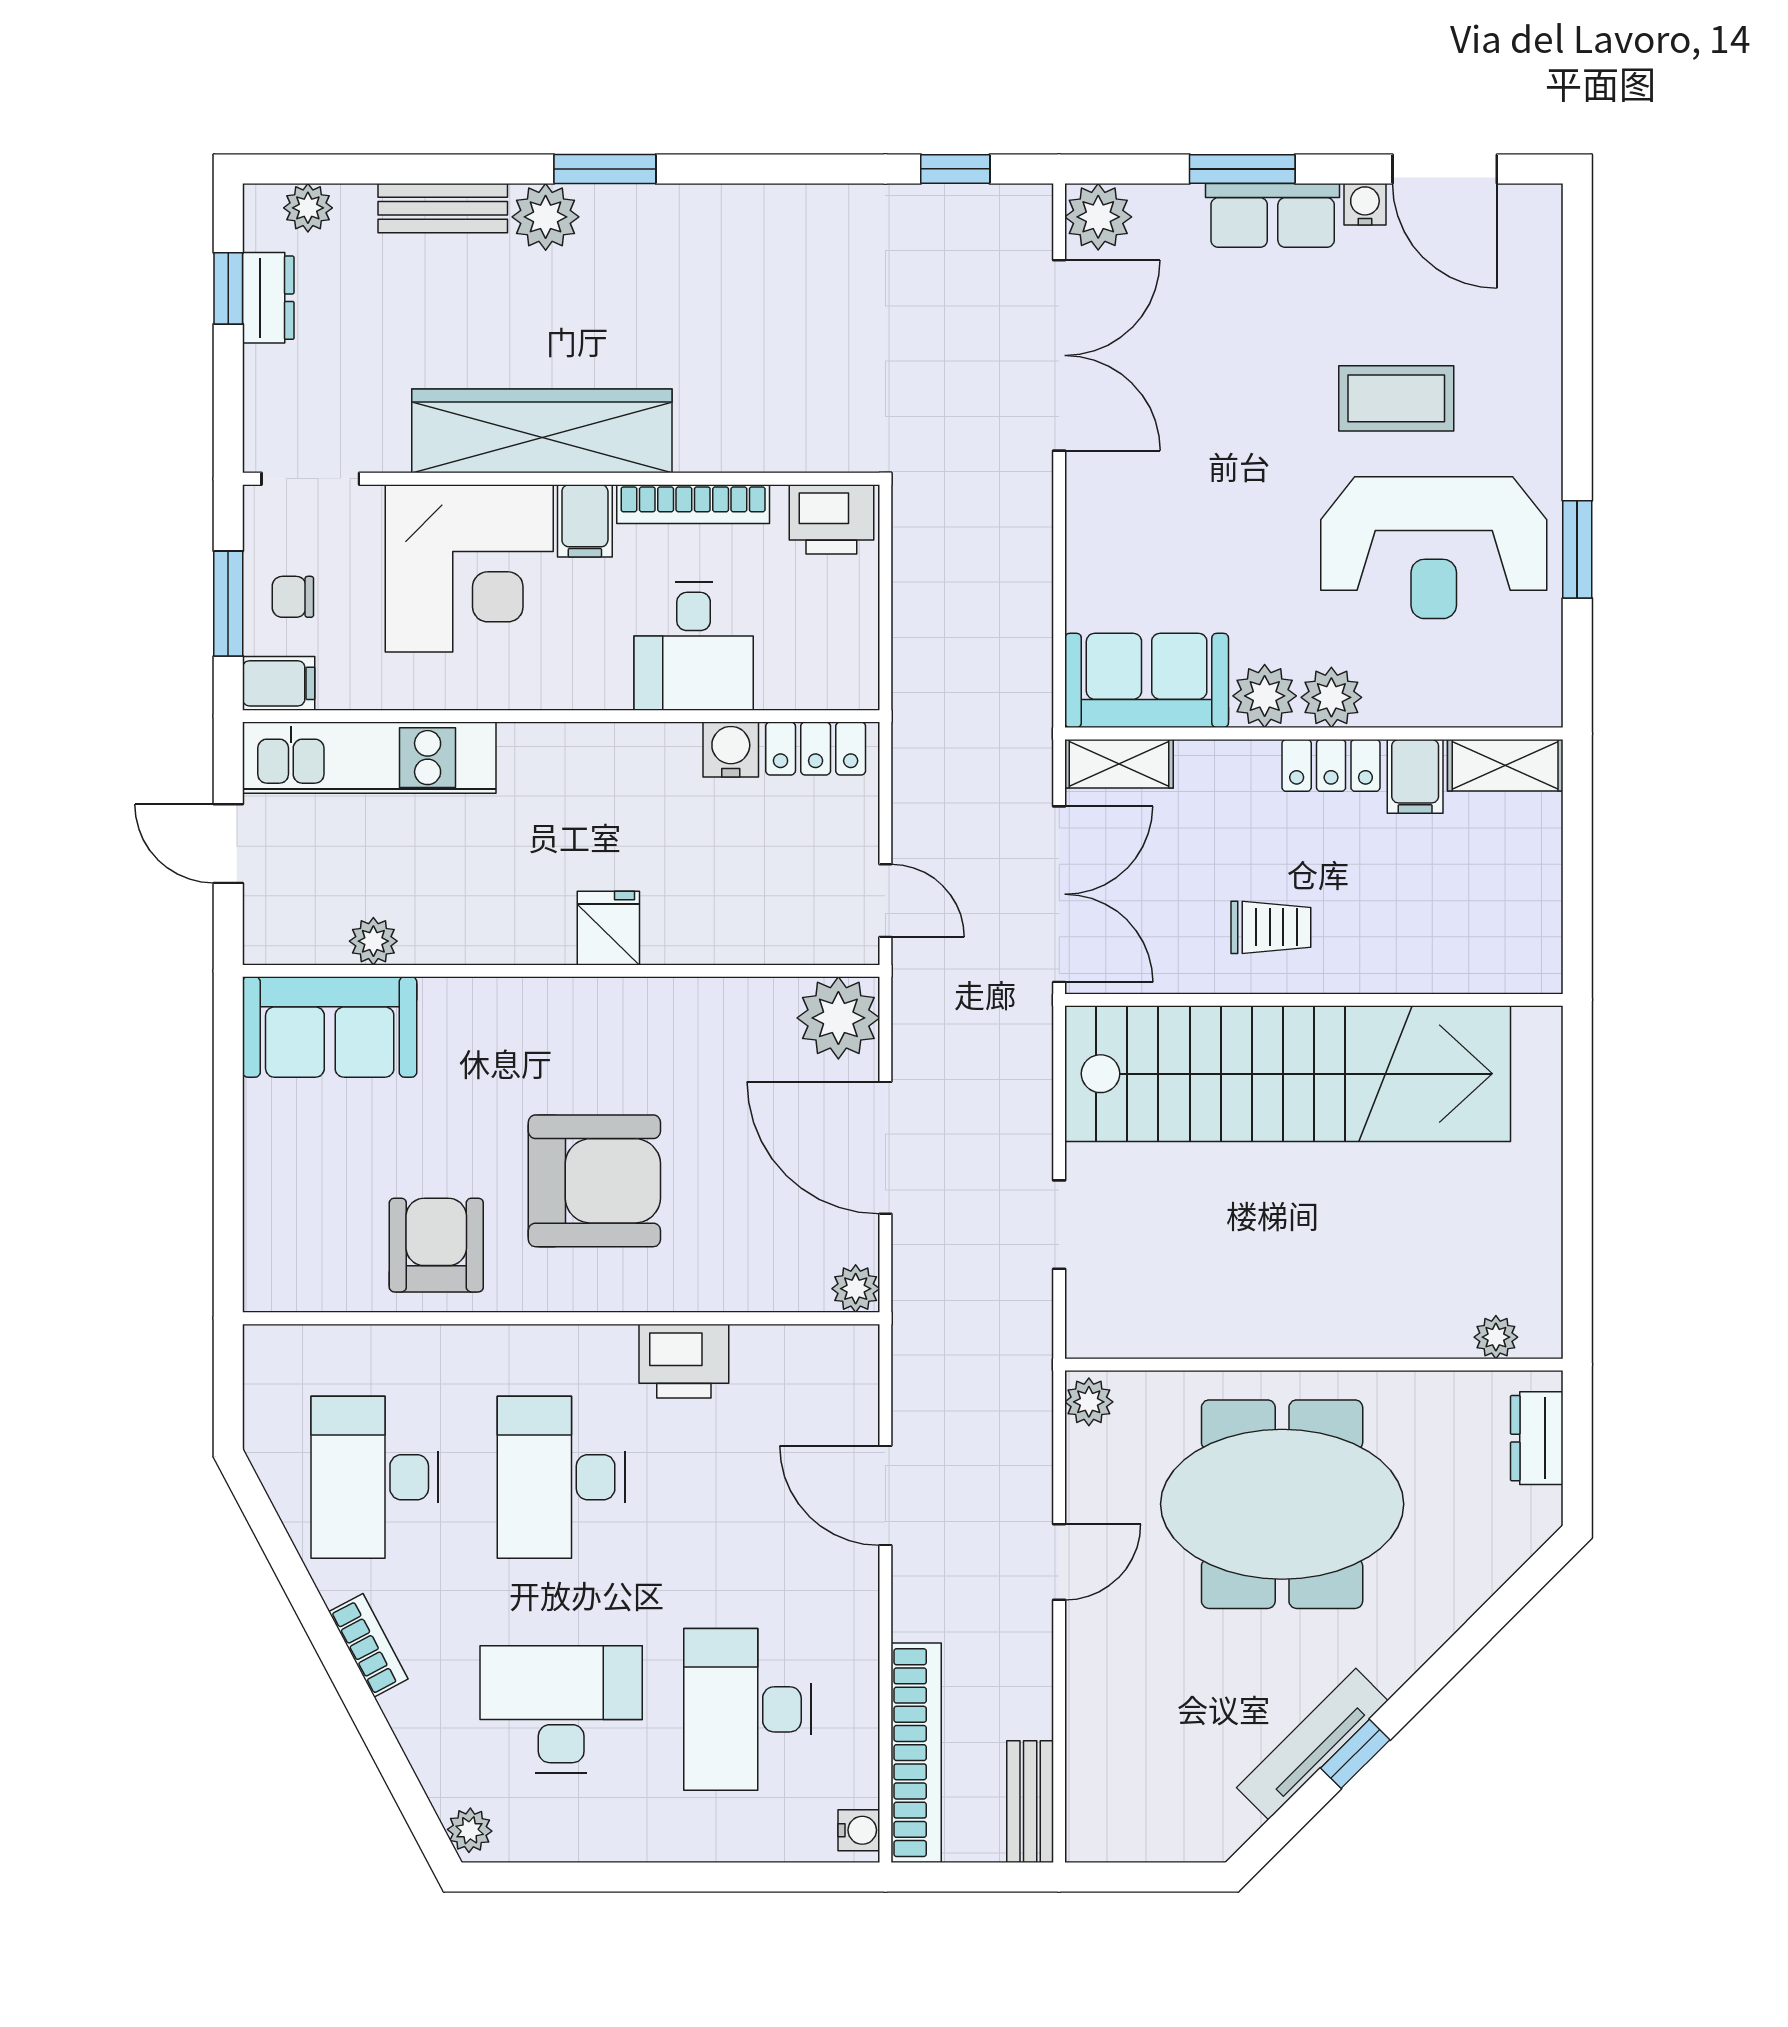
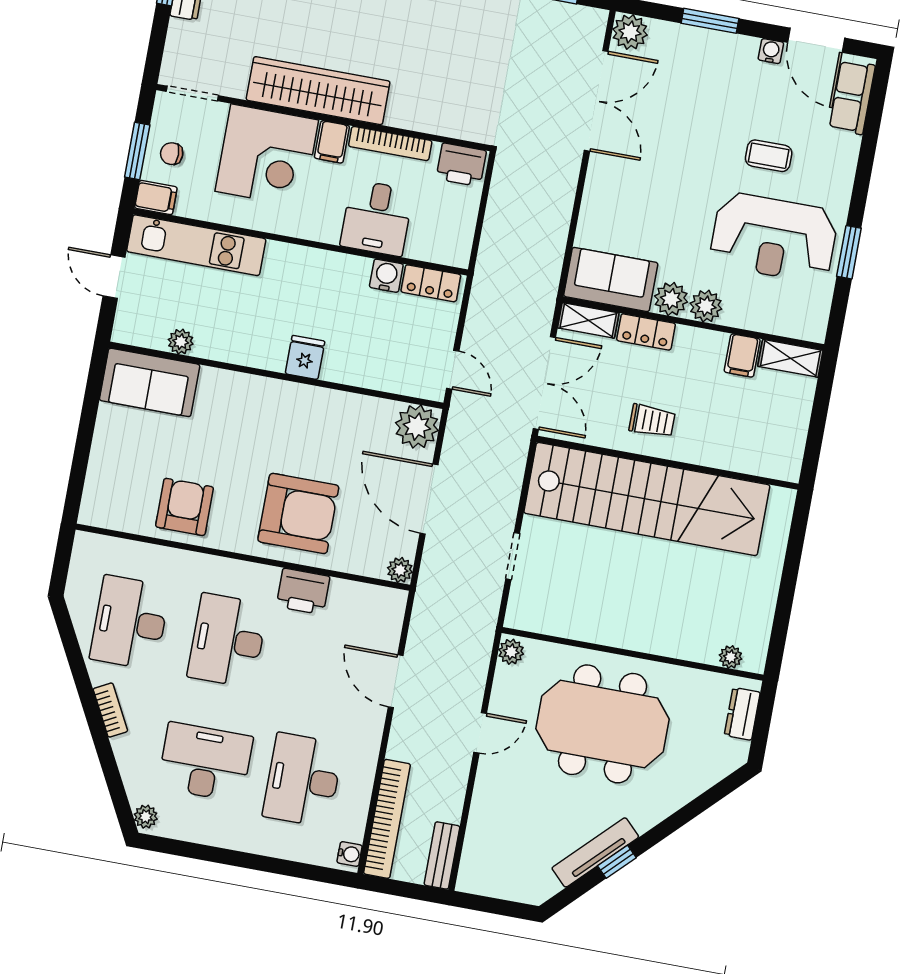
row of seats: (1273, 215) -> (852, 97), moved, turned 90
coffee table: (1396, 398) -> (769, 156), width x0.73, depth x0.77
locker: (1331, 765) -> (646, 332), moved
armchair: (594, 1181) -> (298, 513), moved

